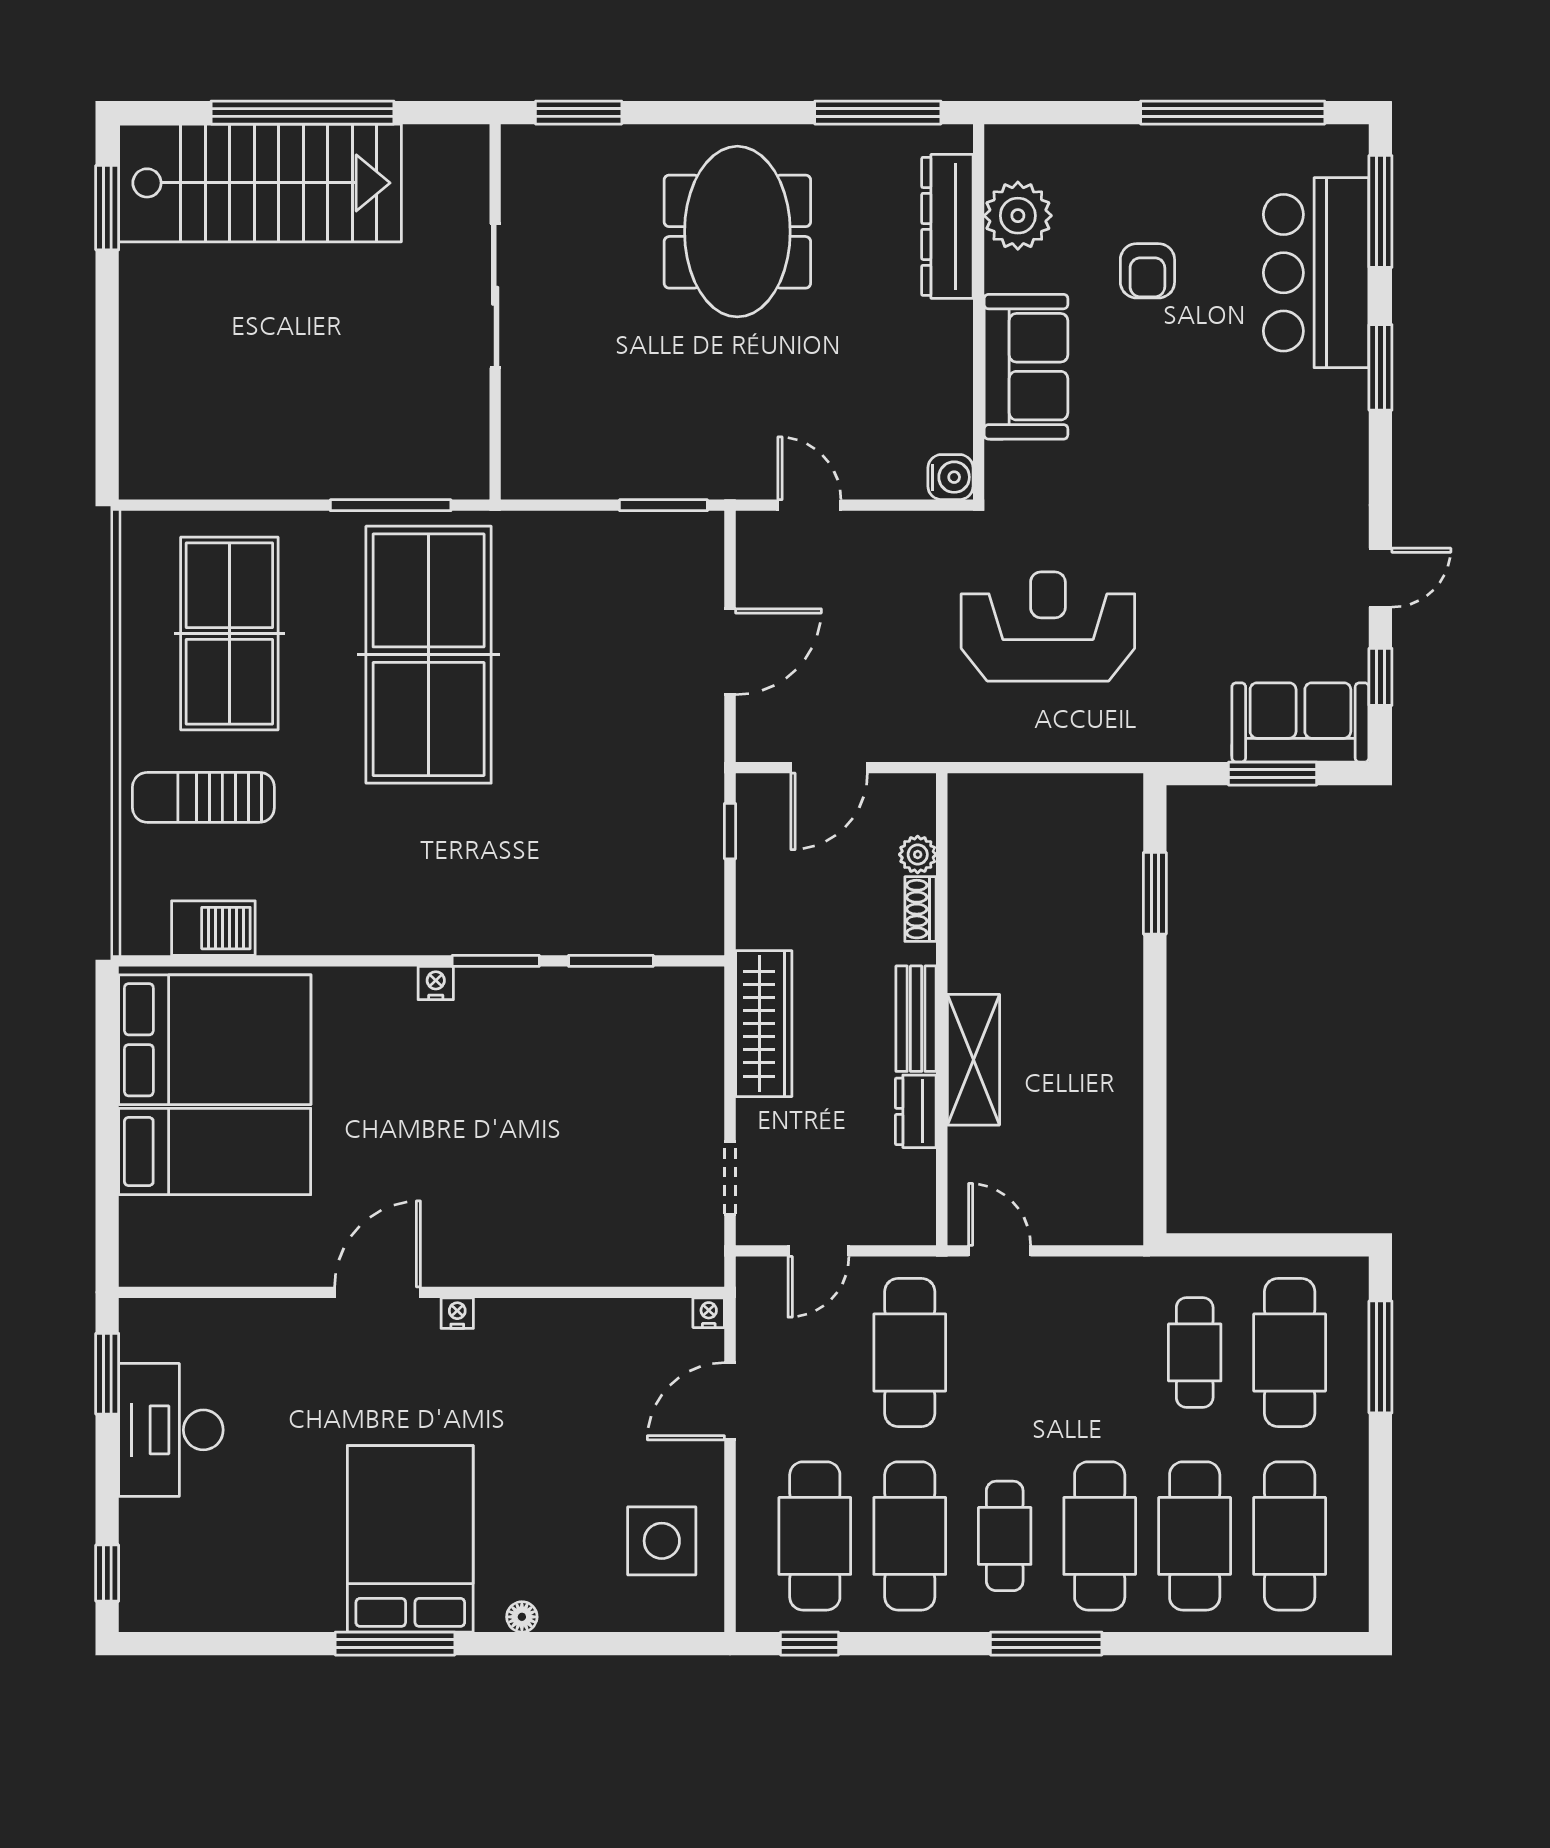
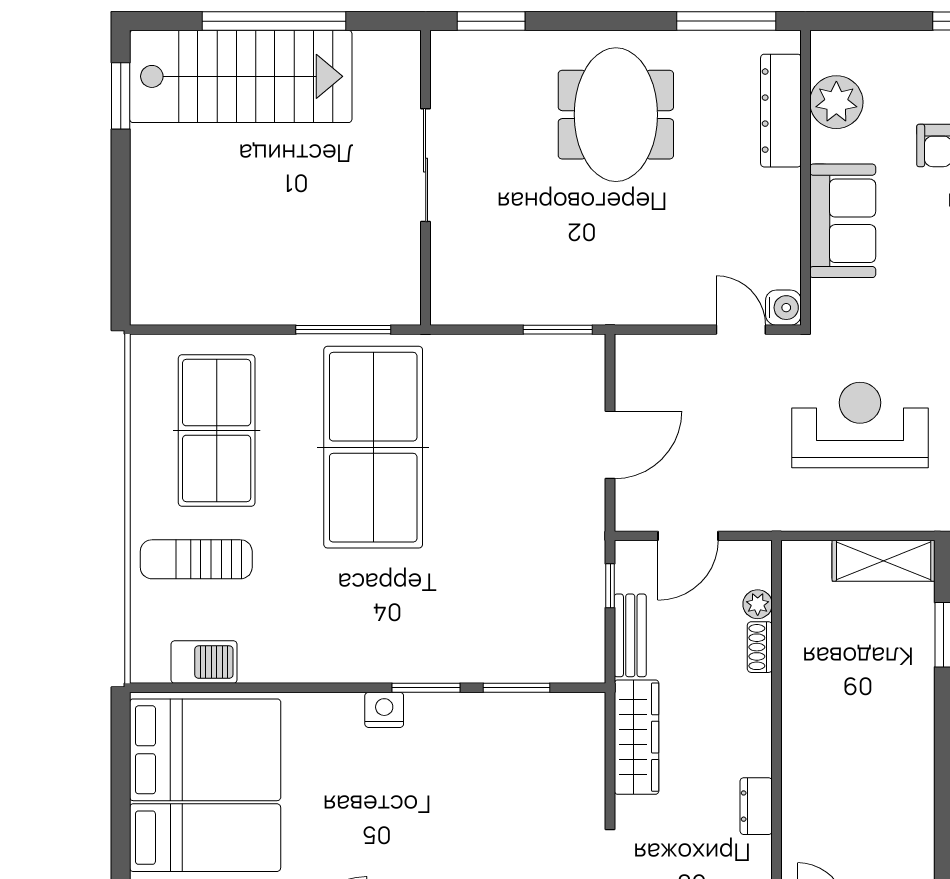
door: (809, 505) -> (741, 330), moved
nightstand: (436, 983) -> (384, 710), width x1.39, depth x1.35
bench: (916, 1019) -> (630, 635), moved
shelving: (973, 1060) -> (884, 561), moved, turned 90

